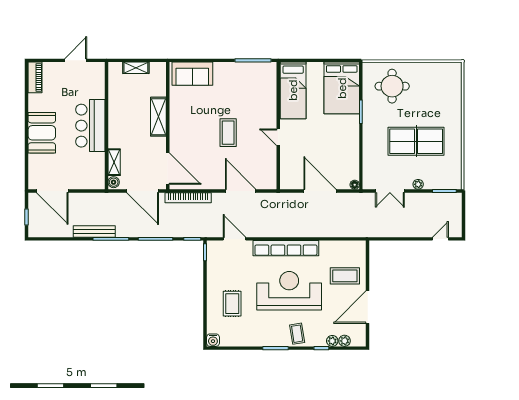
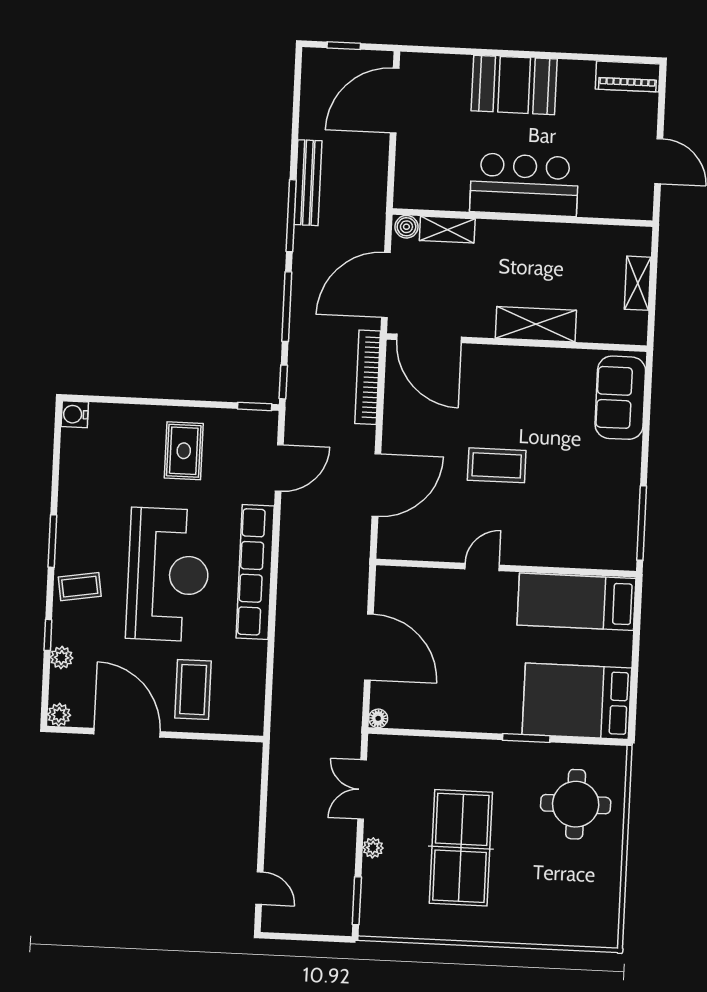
door: (168, 169) -> (429, 338), hinge flipped
door: (320, 191) -> (369, 647), hinge flipped
rug: (232, 304) -> (184, 451), moved, turned 90
plant: (345, 341) -> (59, 715), moved

